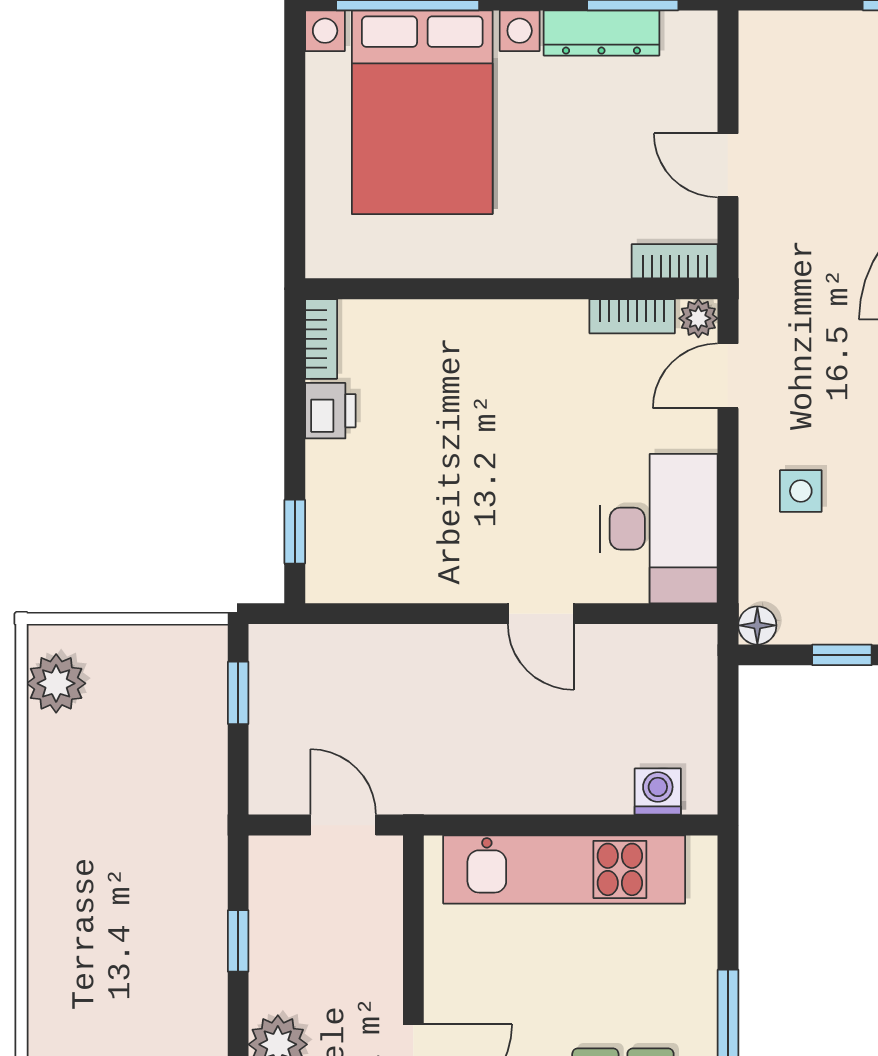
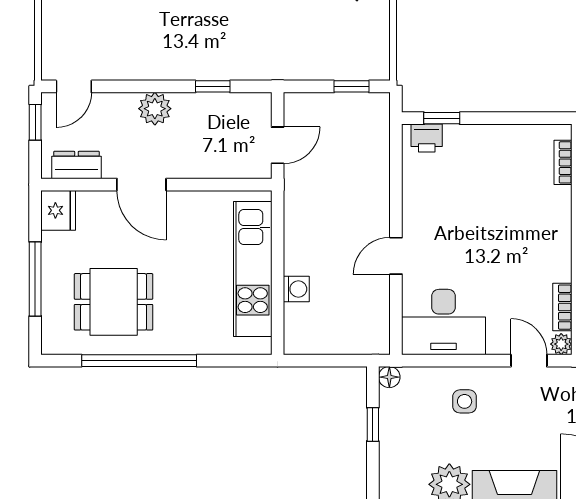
bookcase: (321, 339) -> (563, 162), moved, turned 90
printer: (330, 411) -> (427, 138), moved
washing machine: (658, 792) -> (296, 289), moved

